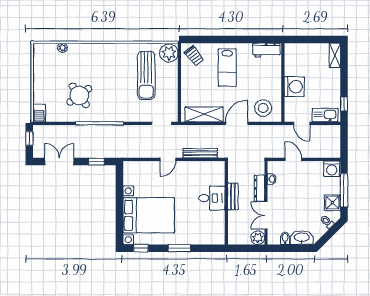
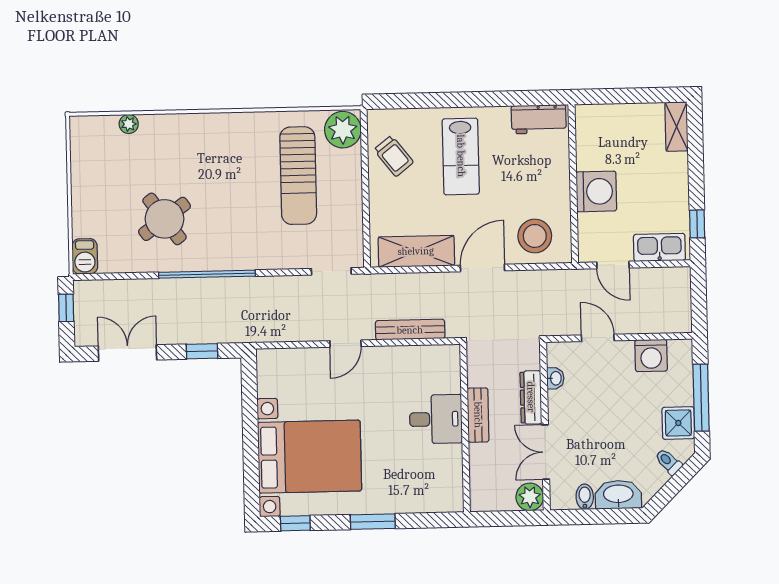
trolley: (194, 56) -> (394, 156), moved
washing machine: (332, 169) -> (651, 356), moved

